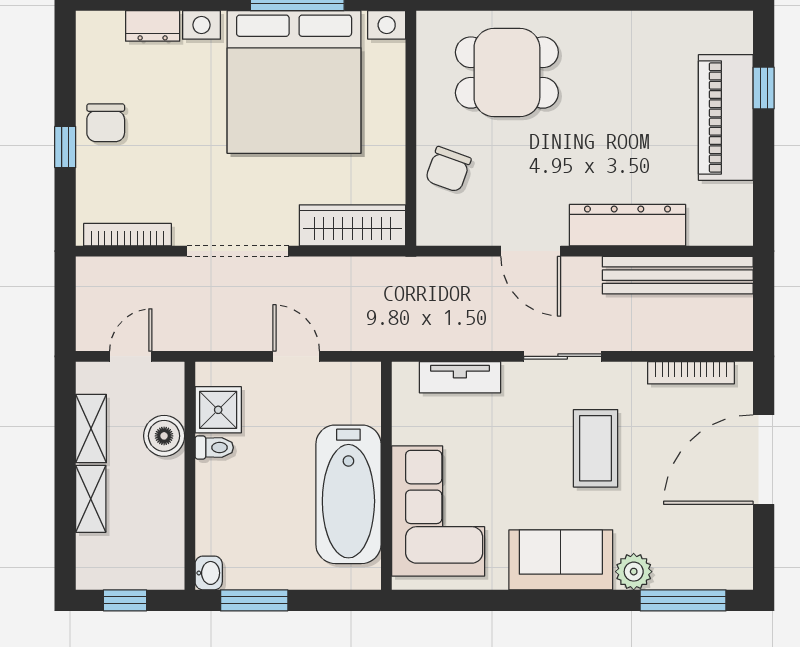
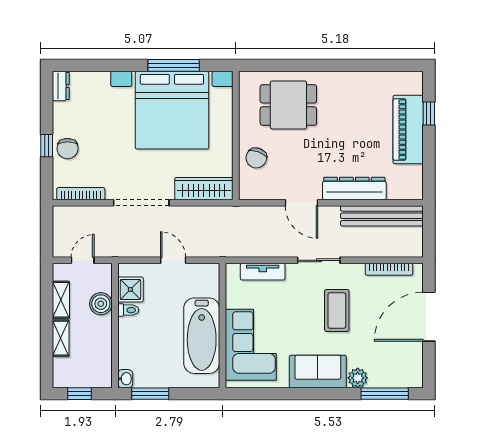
dresser: (153, 26) -> (61, 86), moved, turned -90
chair: (106, 123) -> (68, 149), moved

